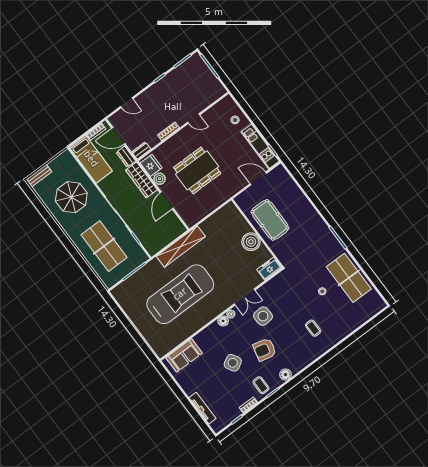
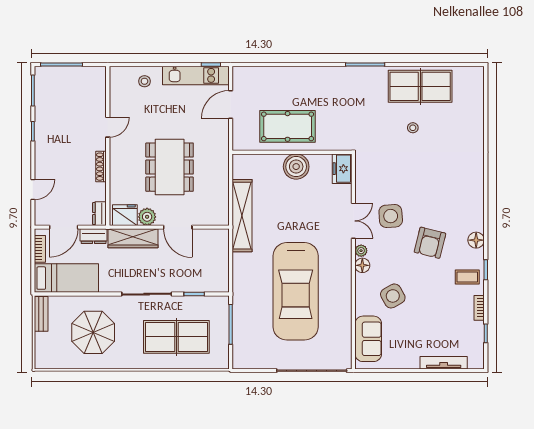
bench: (39, 175) -> (41, 314), moved
shelving: (181, 246) -> (242, 216), moved
car: (180, 294) -> (296, 291), turned 180
coffee table: (313, 328) -> (447, 169), removed
side table: (233, 363) -> (393, 296), moved

